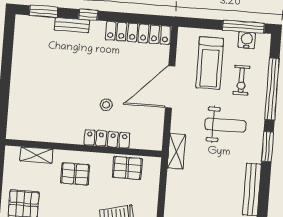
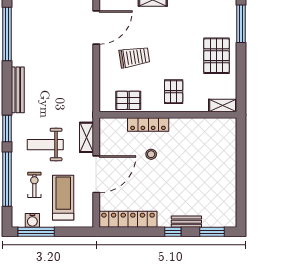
shelving: (176, 151) -> (86, 137), moved
shelving: (36, 155) -> (223, 106), moved
pallet: (75, 174) -> (174, 92), turned 90

